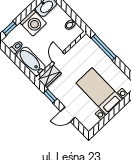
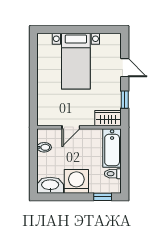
window: (104, 47) -> (33, 97), removed
door: (59, 58) -> (71, 127), moved

